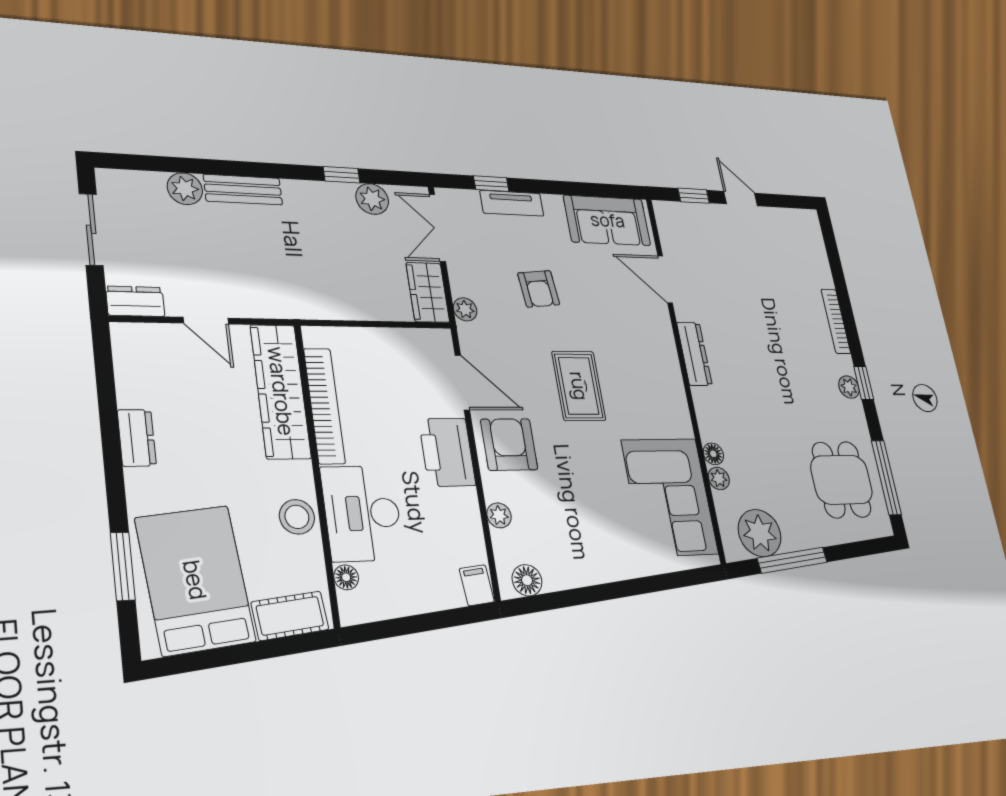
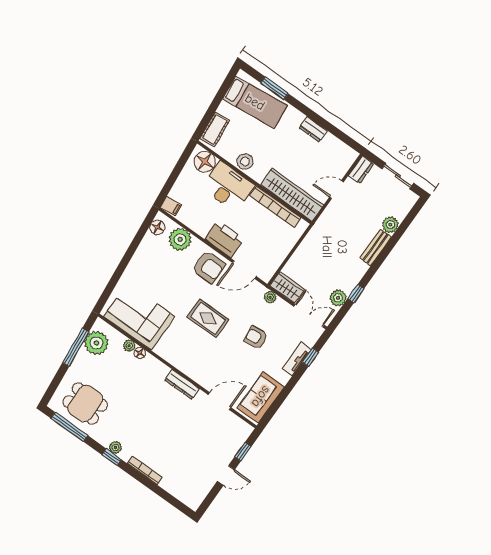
plant: (499, 515) -> (180, 239), width x1.88, depth x1.88
floor lamp: (346, 577) -> (205, 162), width x1.89, depth x1.89
bed: (195, 580) -> (255, 102), width x0.67

